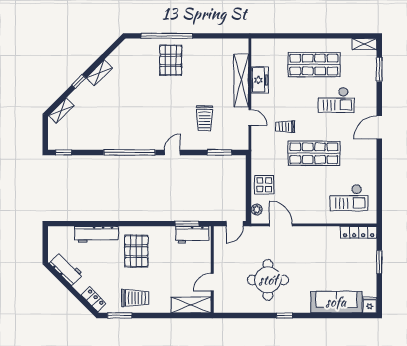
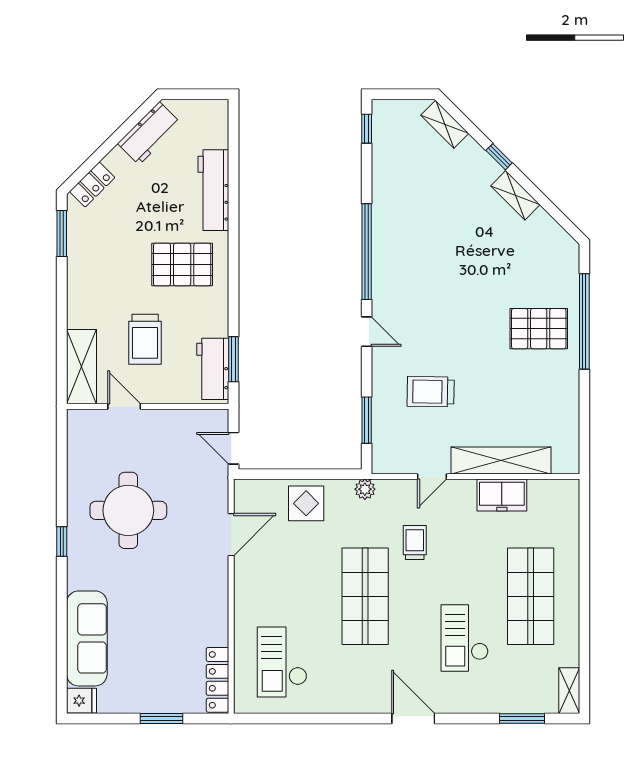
plant: (257, 210) -> (365, 489), moved
trolley: (135, 298) -> (145, 339), moved

